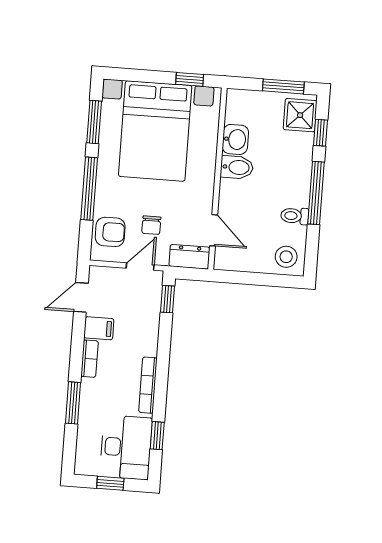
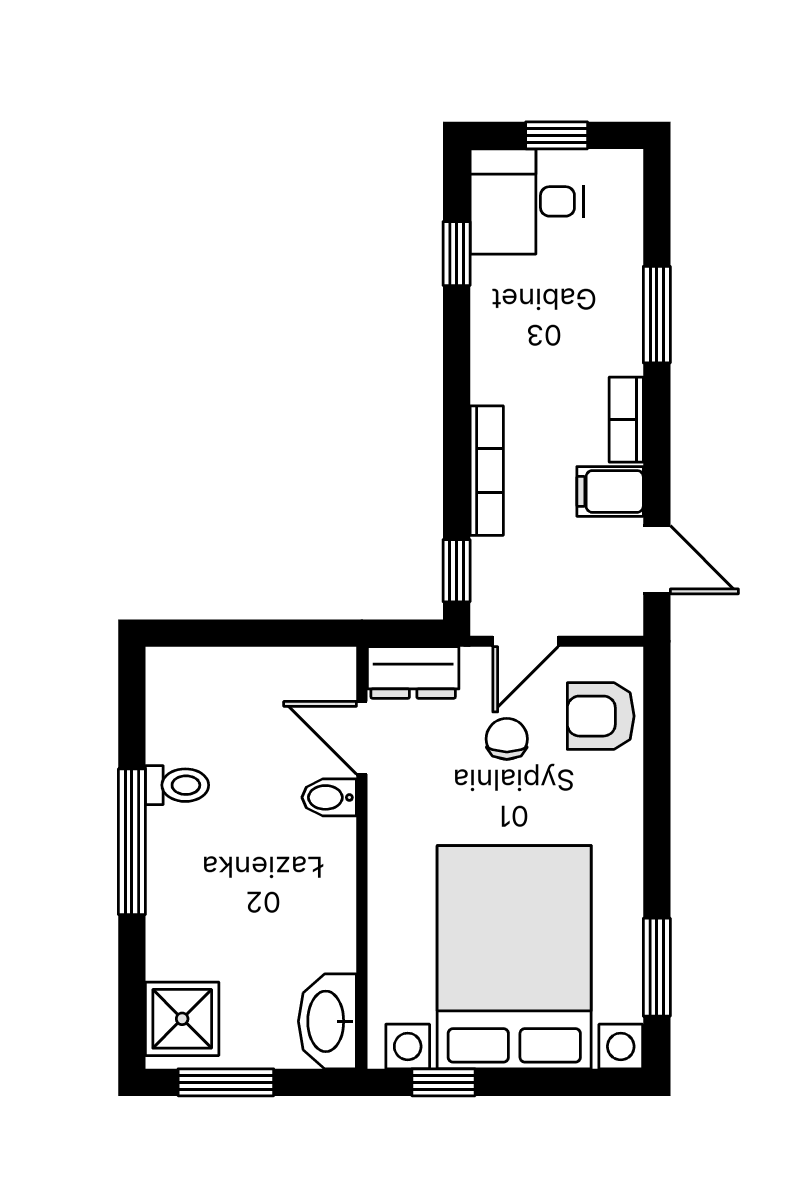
window: (321, 133) -> (132, 982), removed
washbasin: (235, 139) -> (327, 1021), moved, width x1.38
bidet: (237, 167) -> (329, 797), moved, width x0.72, depth x0.74
window: (89, 189) -> (657, 812), removed
stool: (286, 257) -> (190, 689), removed
door: (81, 297) -> (657, 560), hinge flipped
bookcase: (148, 385) -> (487, 471), moved
desk: (126, 447) -> (527, 201), width x0.73

